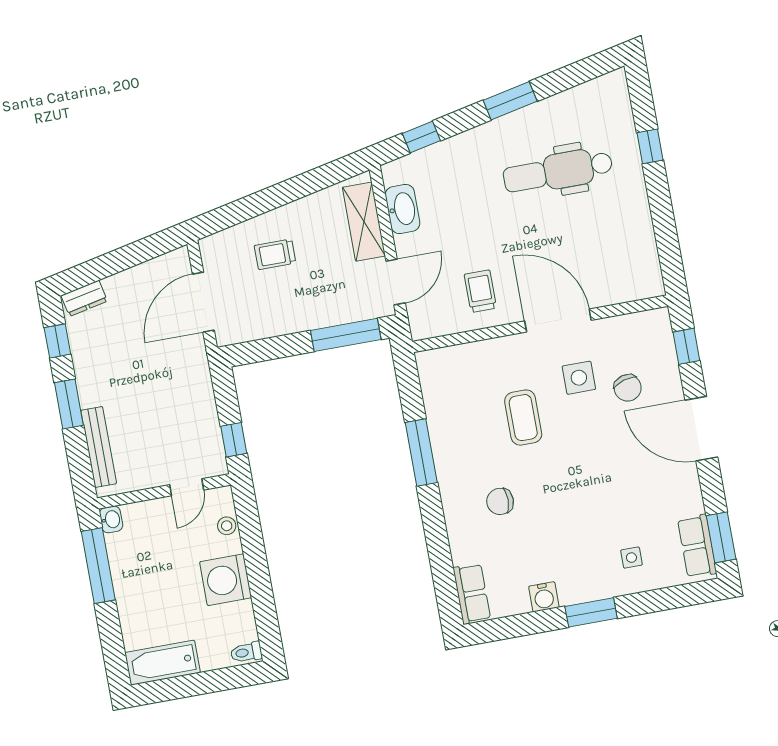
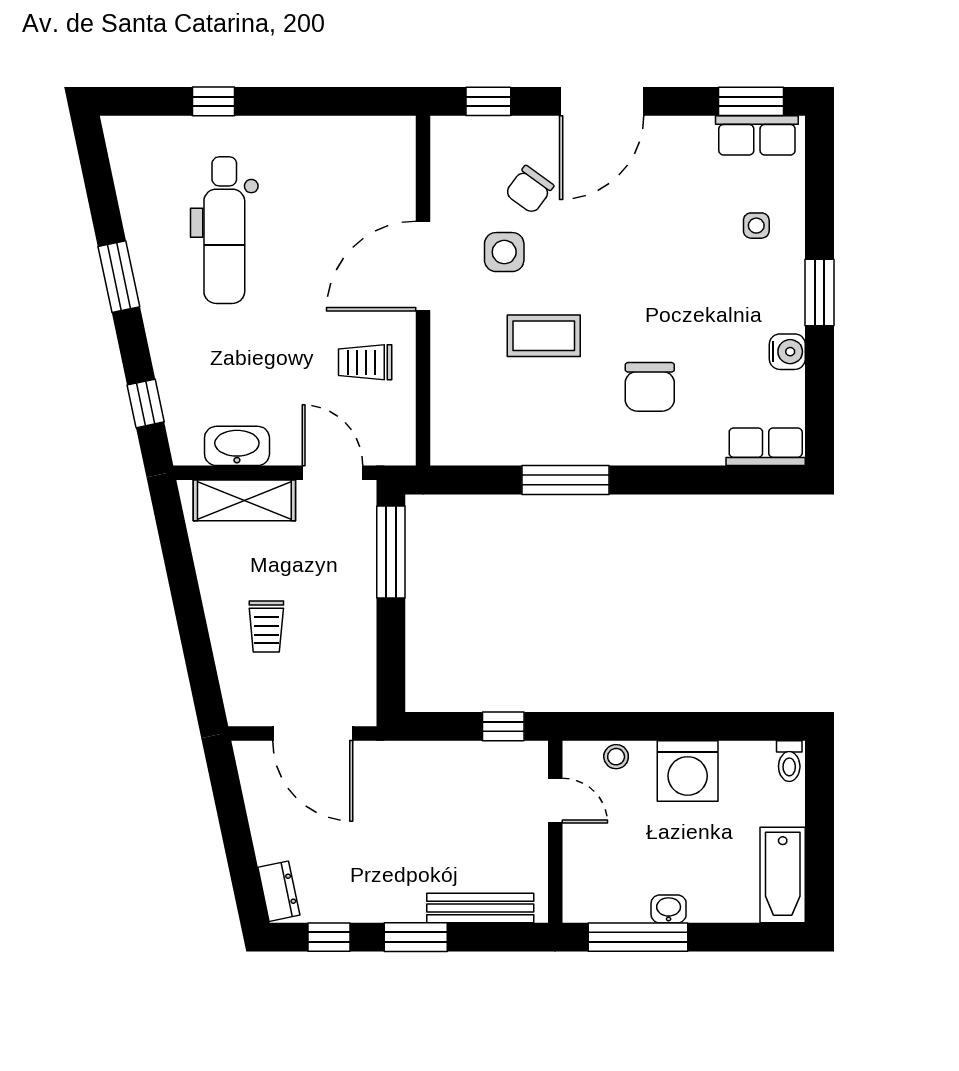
chair: (628, 388) -> (529, 190), turned 142
chair: (500, 501) -> (650, 387), width x1.37, depth x1.37
washbasin: (111, 519) -> (669, 909), moved

